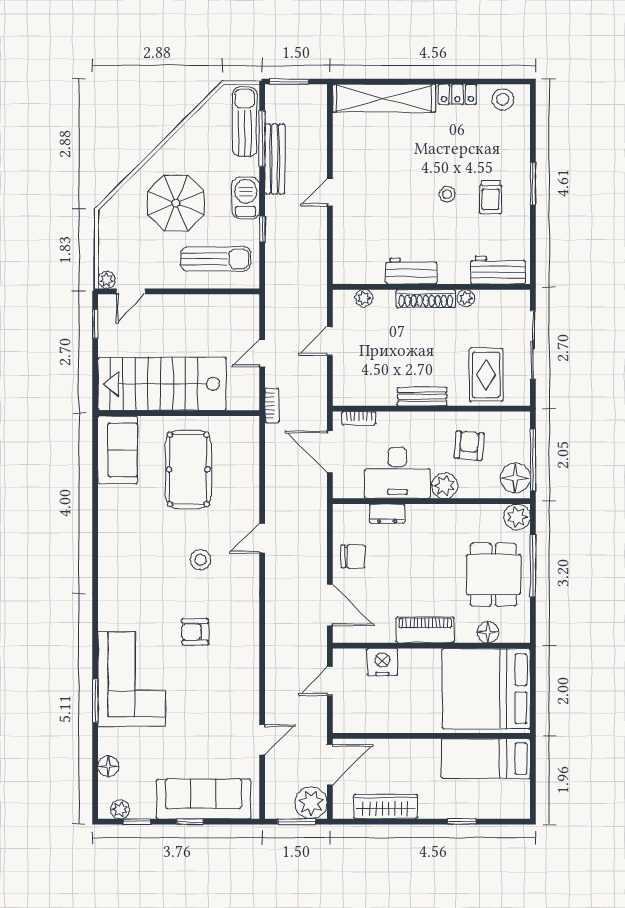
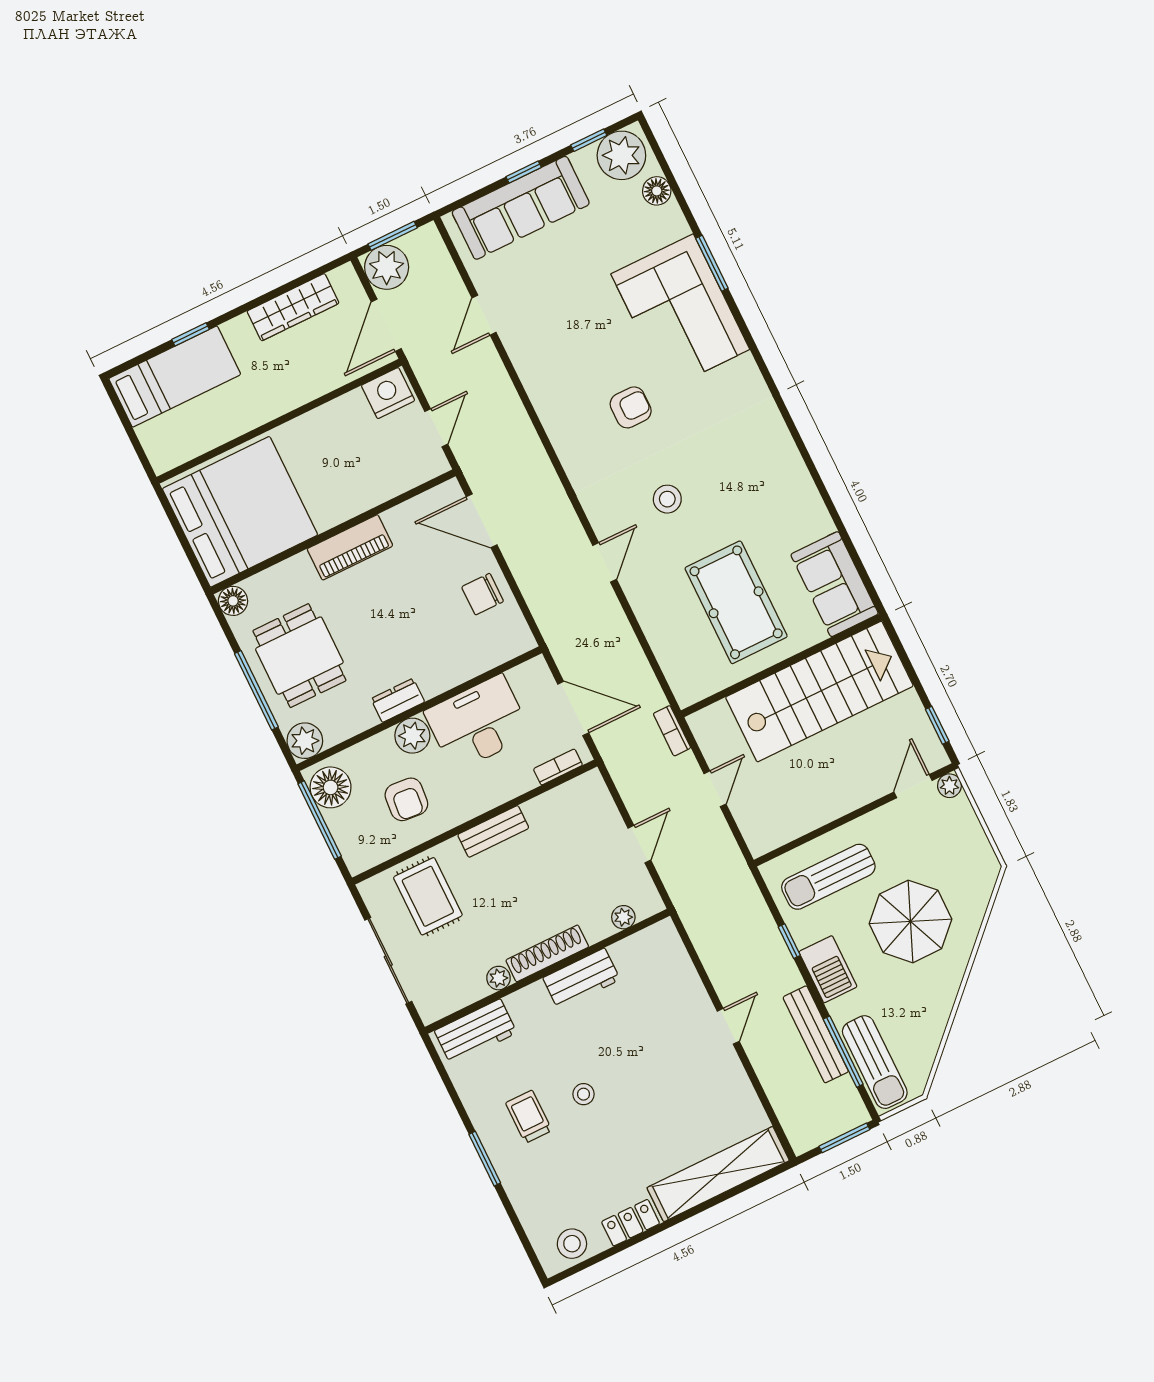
dresser: (387, 514) -> (398, 700), moved
floor lamp: (488, 632) -> (233, 601), moved
nightstand: (382, 662) -> (388, 393), moved, turned 180
bed: (486, 759) -> (175, 377), moved
plant: (120, 809) -> (621, 155), width x1.87, depth x1.87

